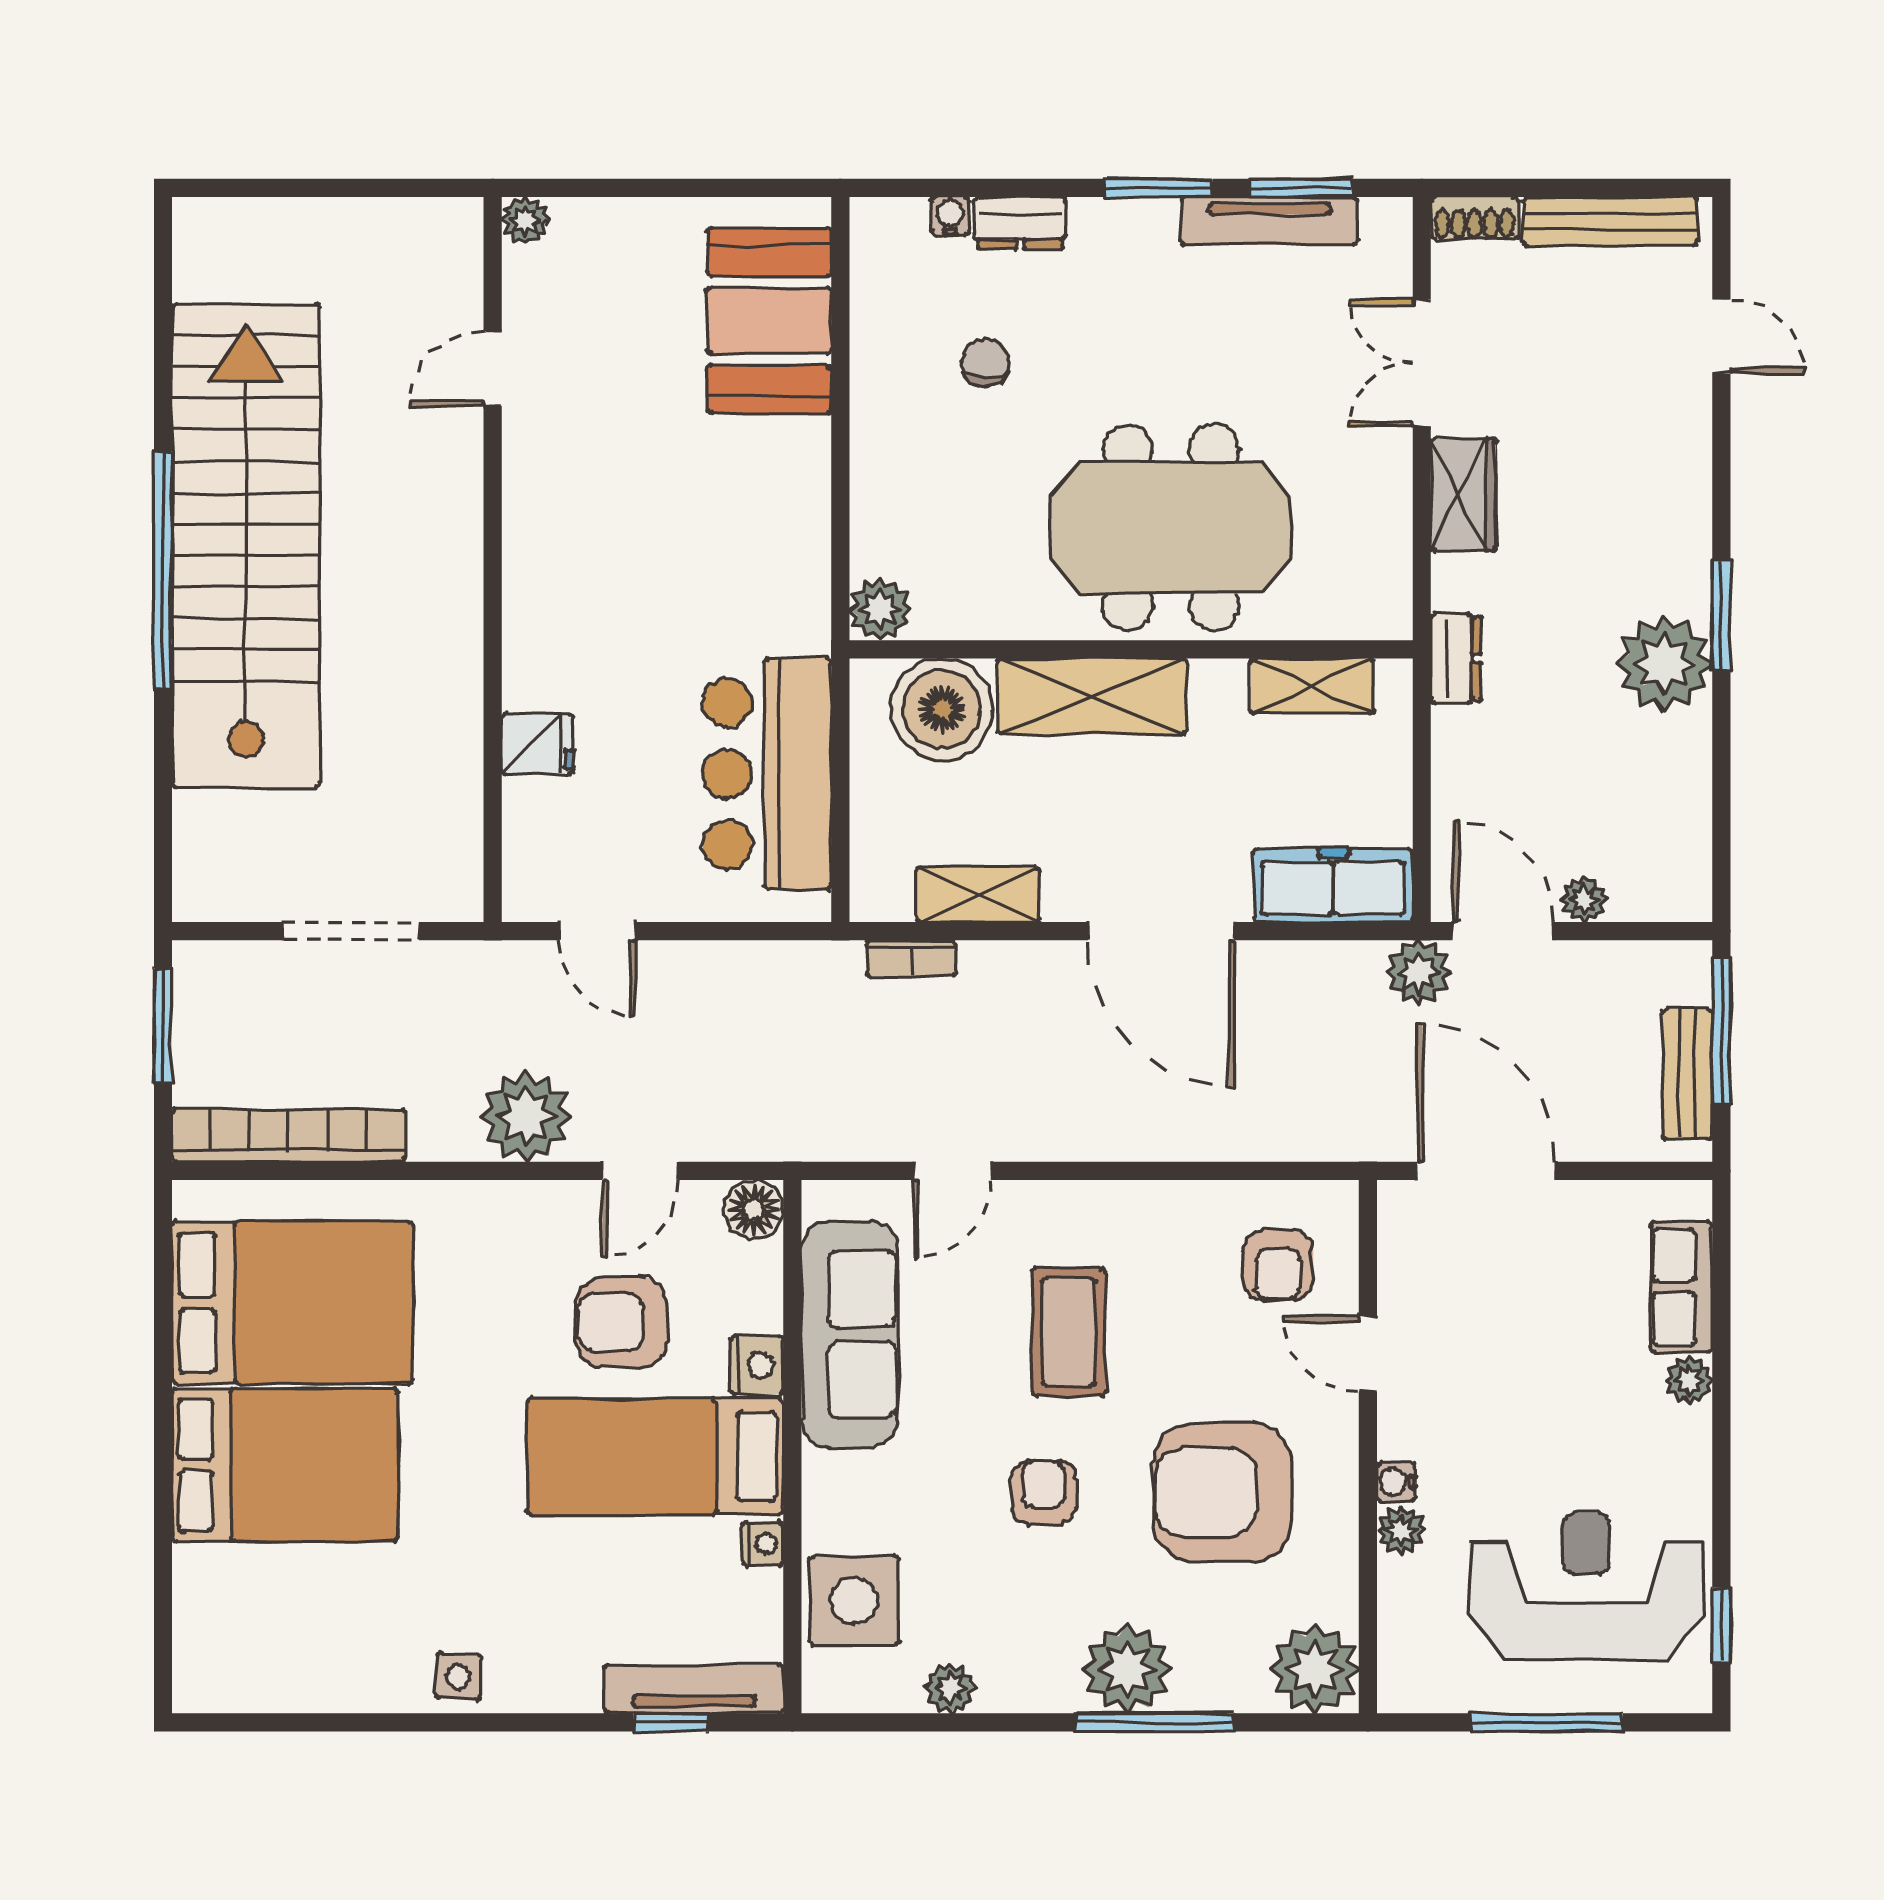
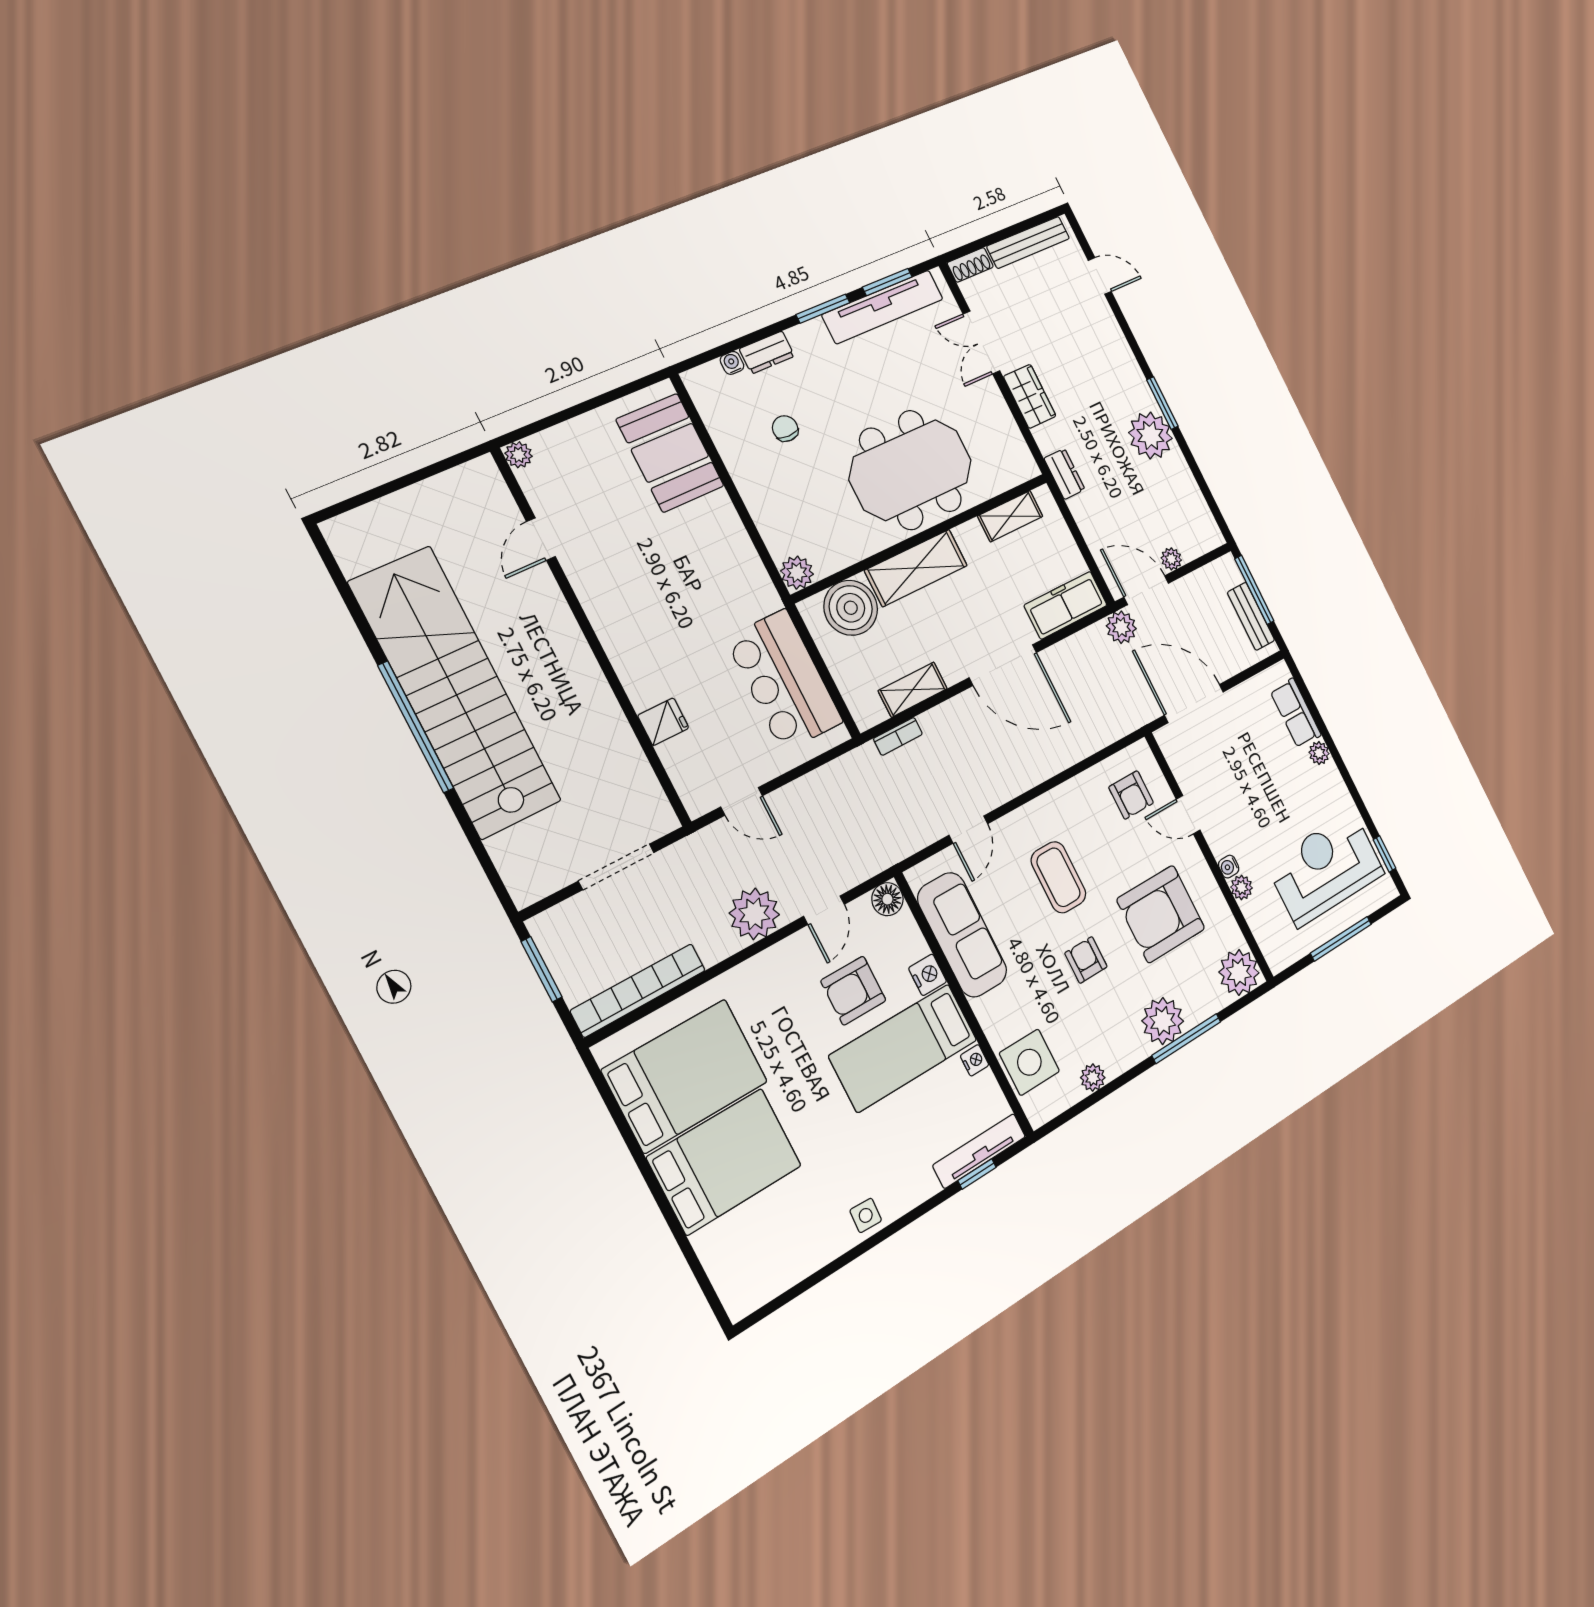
tv unit: (1269, 221) -> (883, 307), width x1.36, depth x1.29

